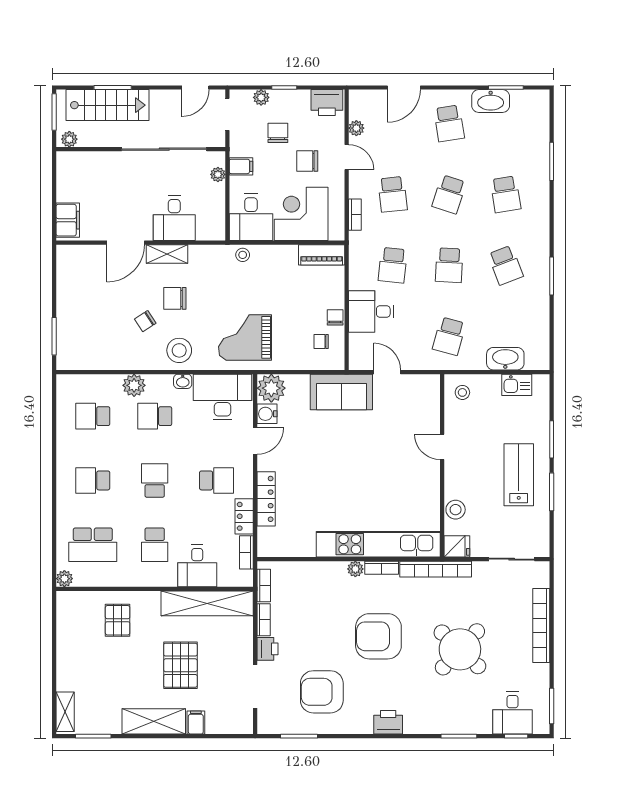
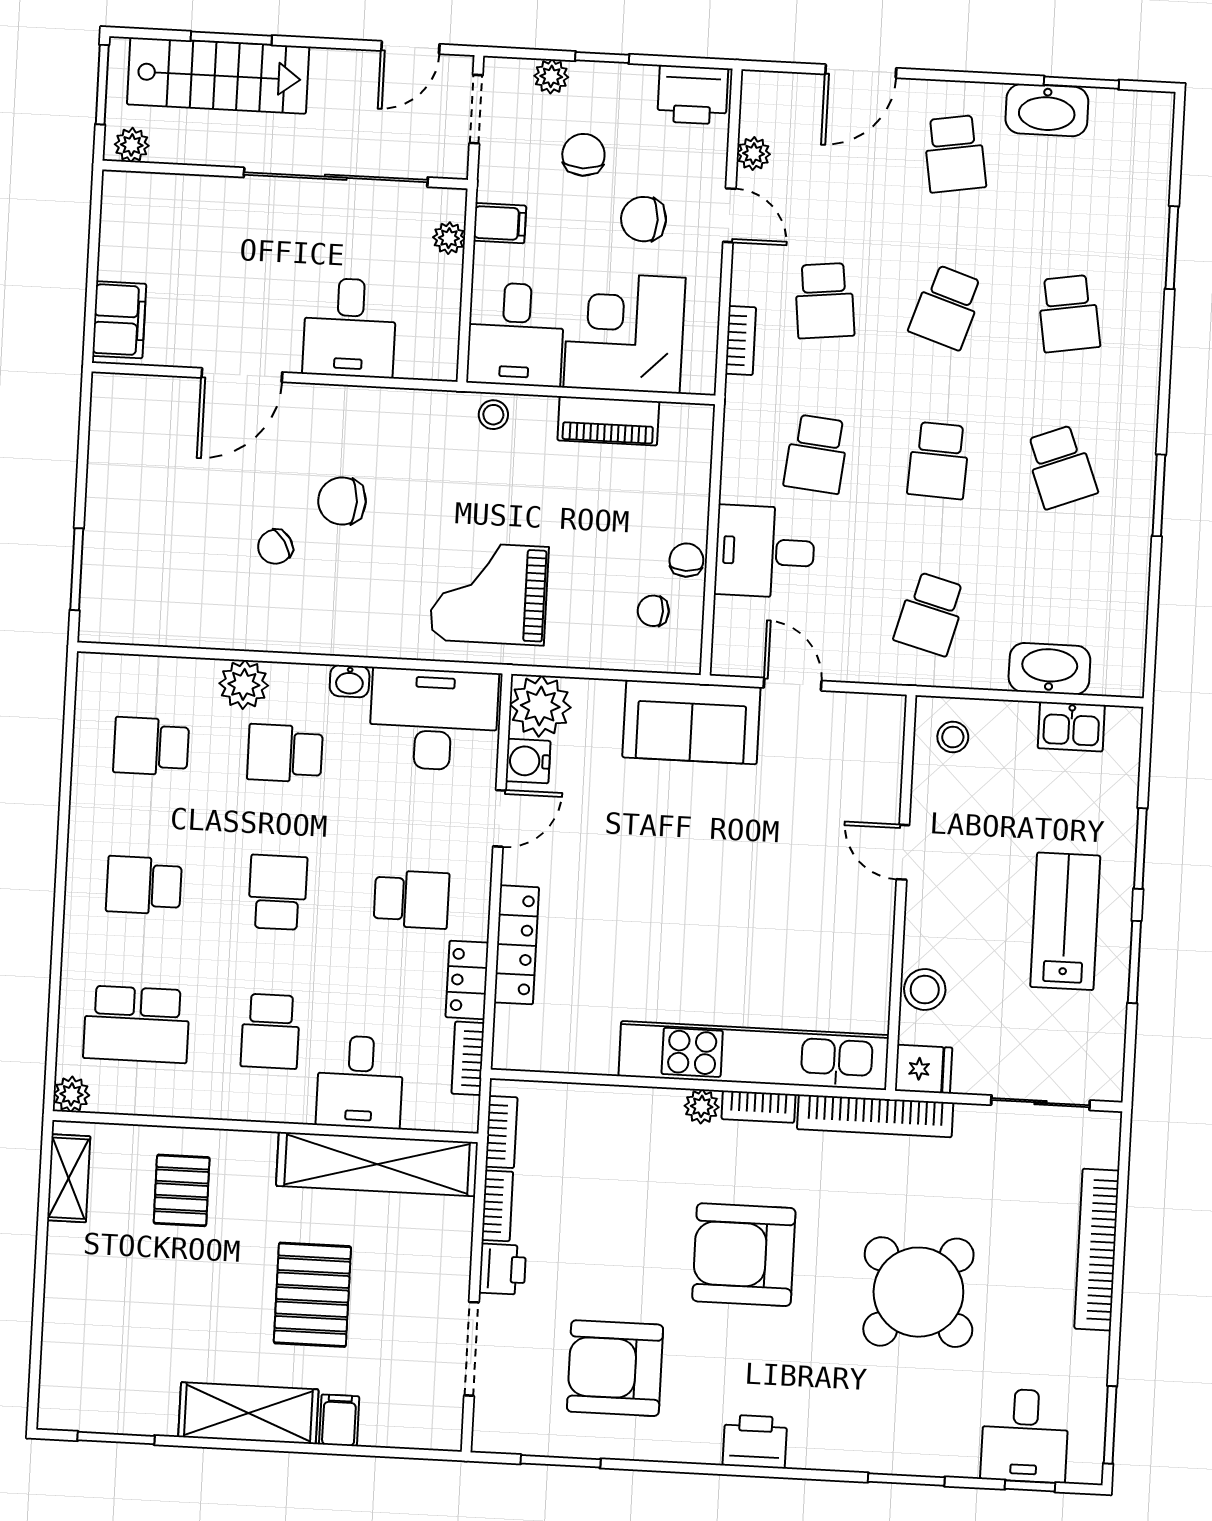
shelving: (167, 254) -> (330, 404), removed
piano: (322, 255) -> (608, 421), moved
stool: (179, 350) -> (345, 614), removed
shelving: (65, 712) -> (69, 1178), moved

